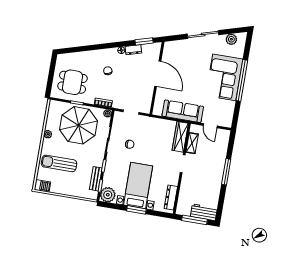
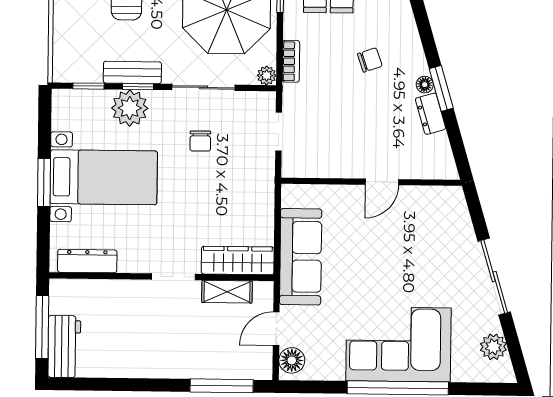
window: (144, 41) -> (441, 88), moved
door: (158, 74) -> (382, 182), width x0.53
floor lamp: (224, 121) -> (292, 360), added
window: (226, 172) -> (222, 386), moved
bench: (96, 179) -> (132, 72), moved
plant: (108, 195) -> (130, 108), moved

